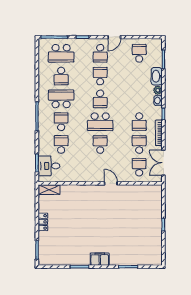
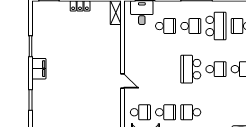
school desk: (100, 99) -> (216, 69), turned 180
school desk: (100, 144) -> (166, 69), removed
door: (111, 183) -> (122, 81), hinge flipped

